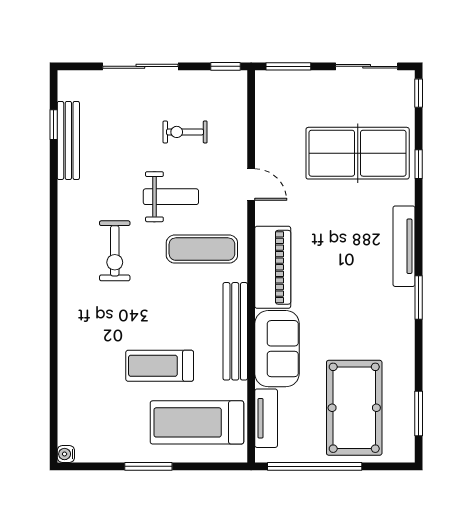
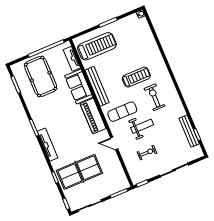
weight bench: (171, 197) -> (142, 126), turned 180
treadmill: (160, 366) -> (136, 77), moved

